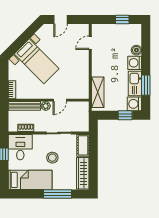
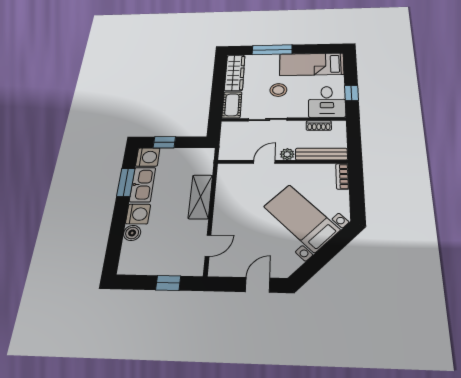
window: (122, 19) -> (168, 283), moved
shelving: (98, 92) -> (200, 197), moved

